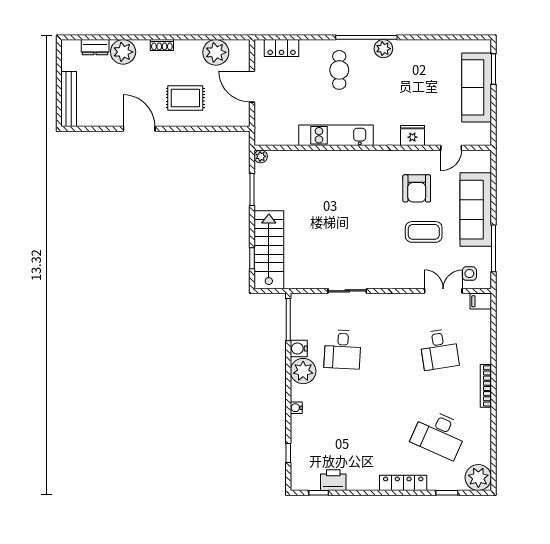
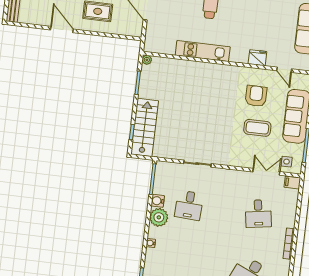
door: (451, 148) -> (284, 70), hinge flipped
armchair: (417, 188) -> (256, 96), turned 180

